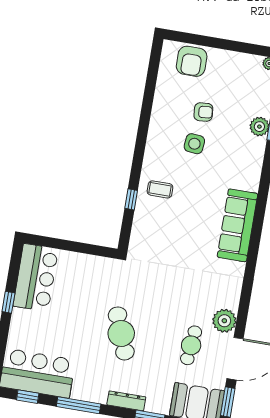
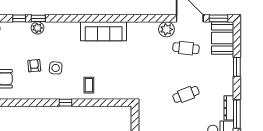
window: (131, 199) -> (65, 103), moved
cafe table: (121, 333) -> (186, 94), width x0.73, depth x0.74
dresser: (126, 401) -> (229, 108), moved

